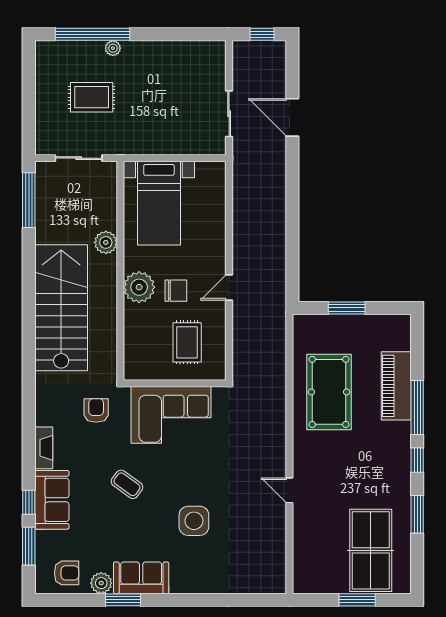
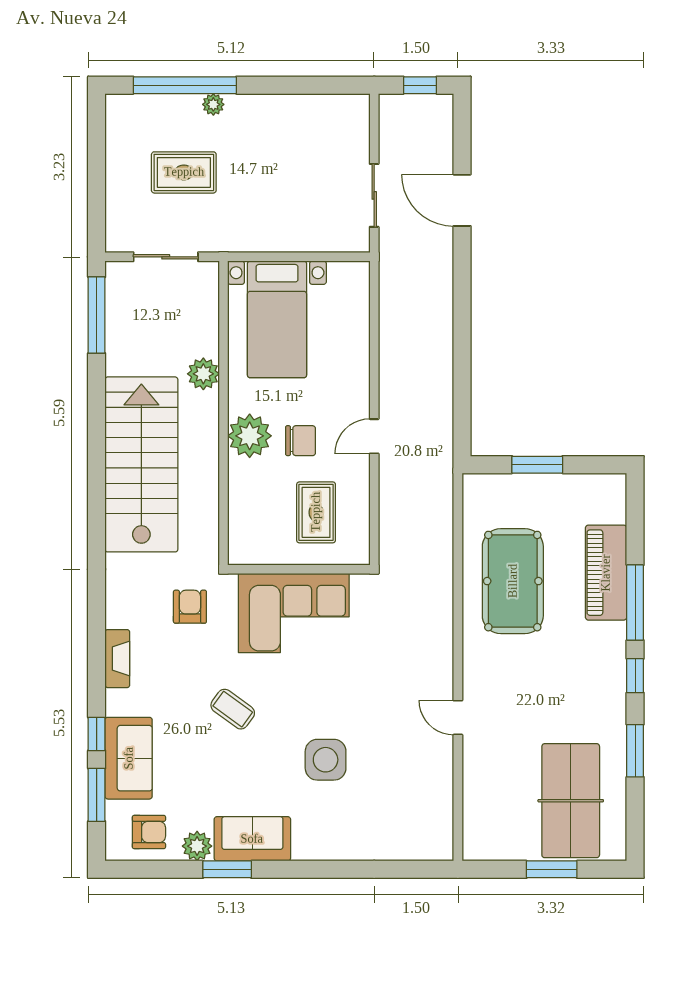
sofa: (52, 500) -> (129, 758), moved

